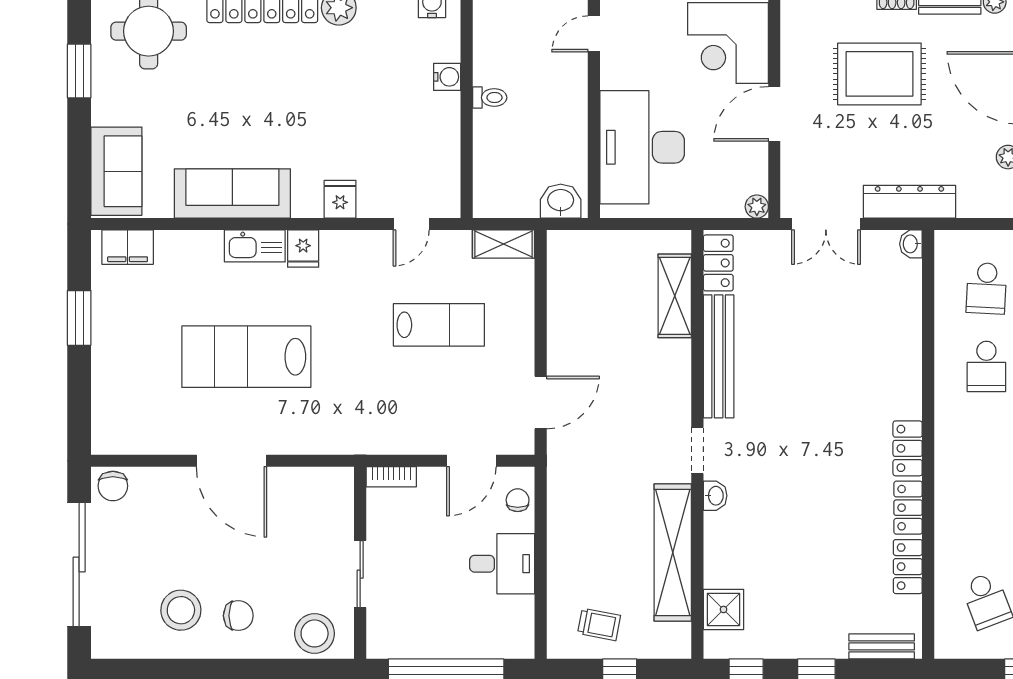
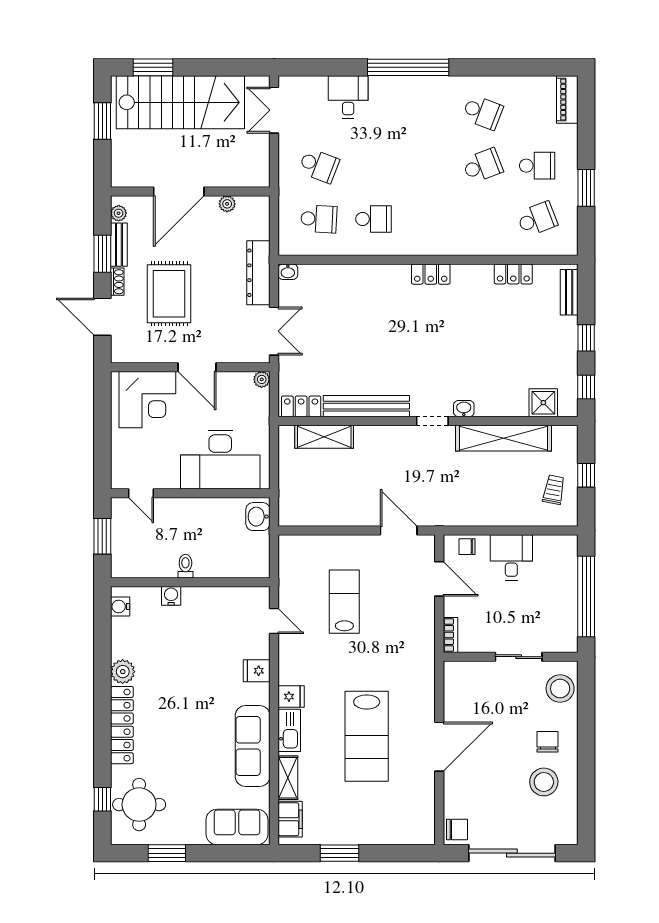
shelving: (504, 244) -> (288, 778), moved
locker: (908, 508) -> (472, 274), removed

